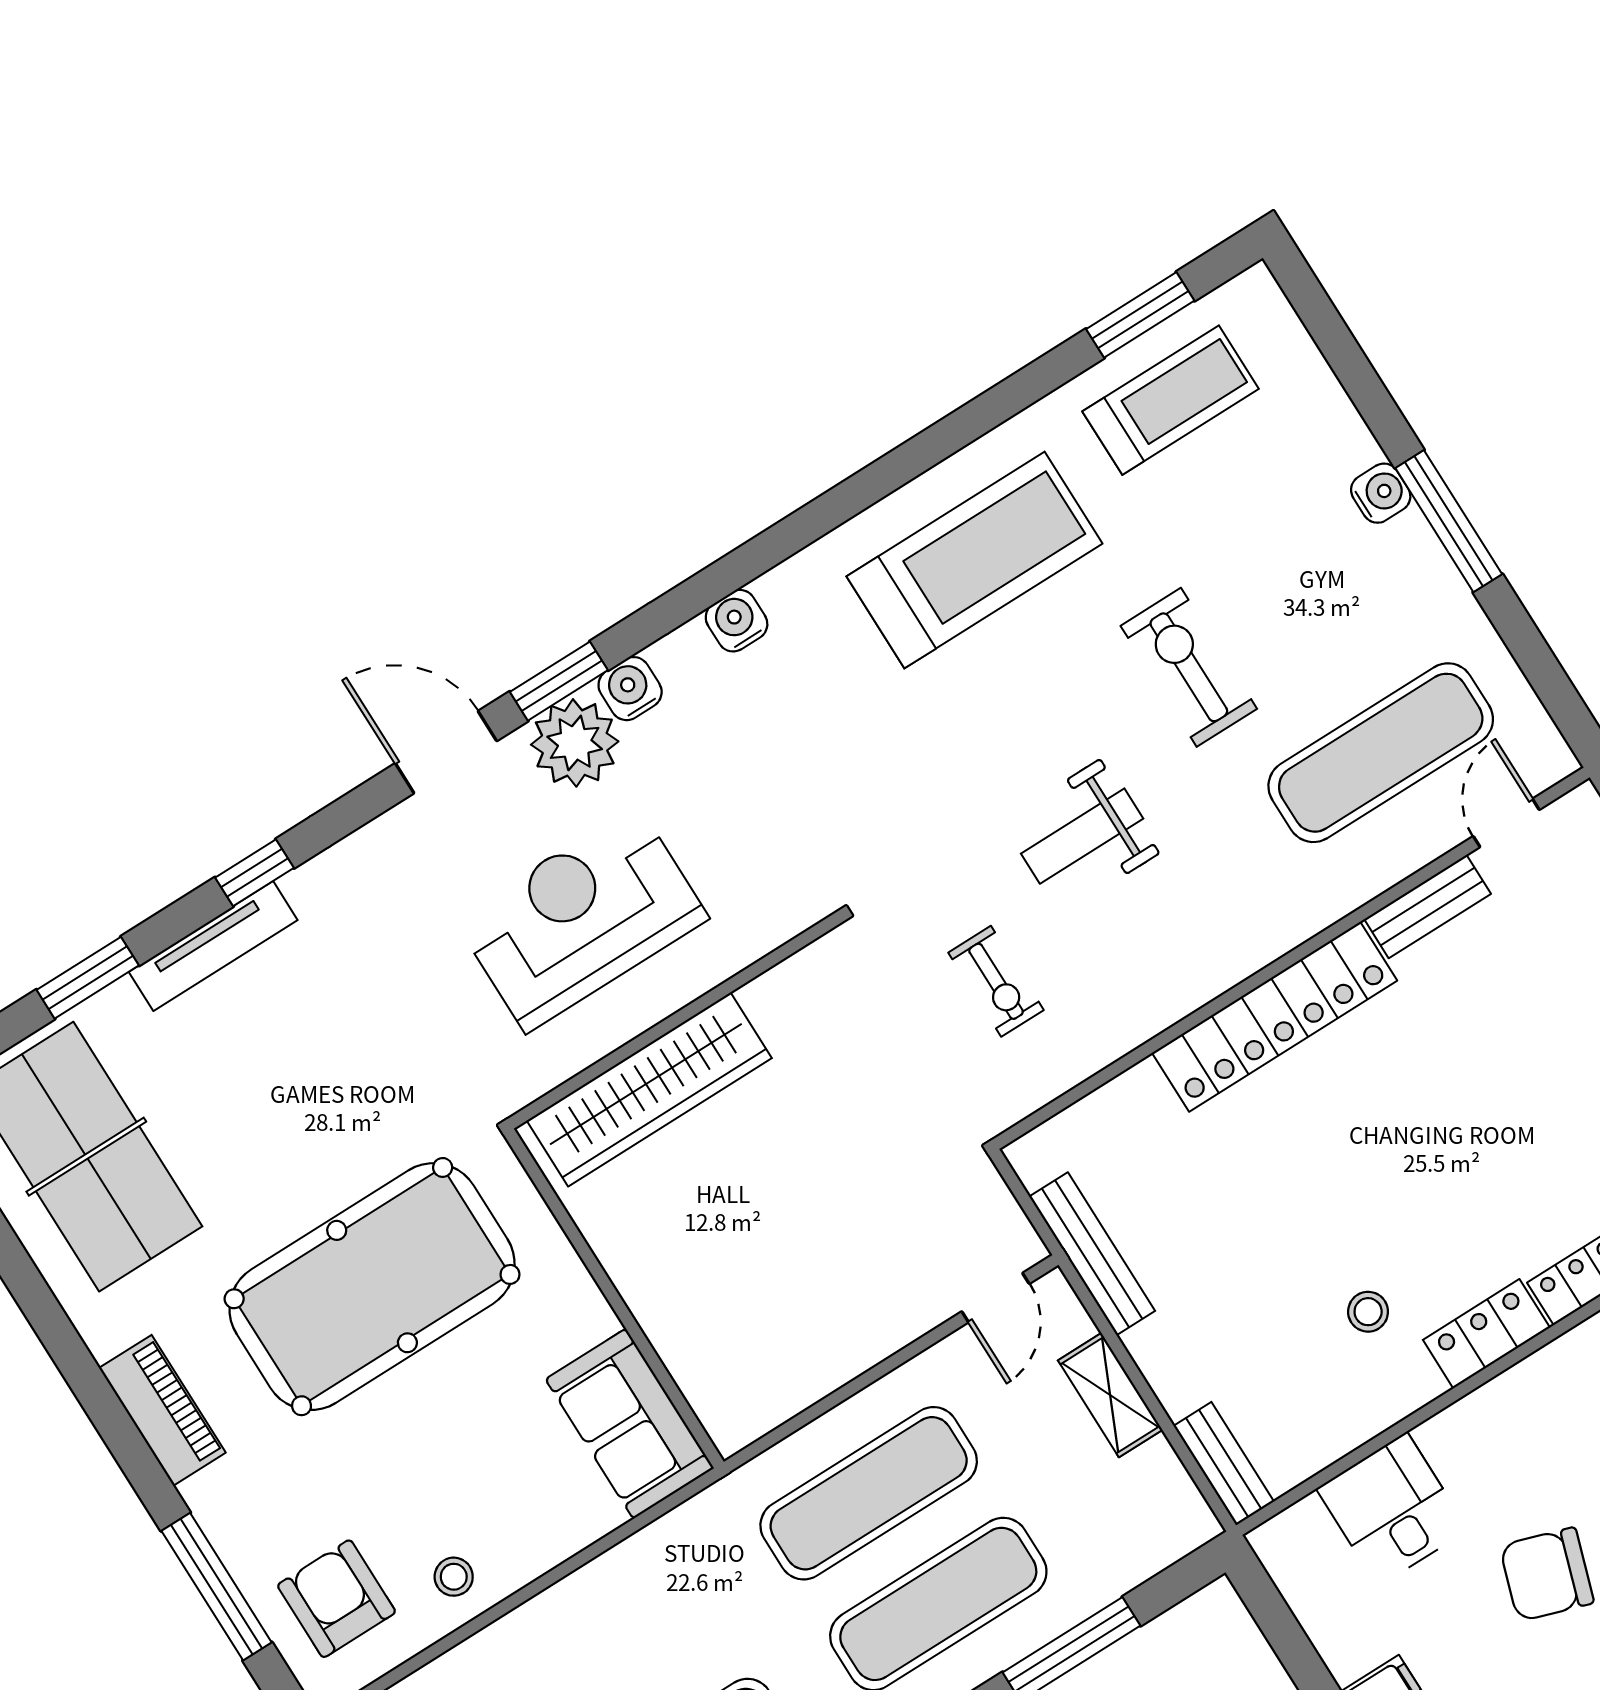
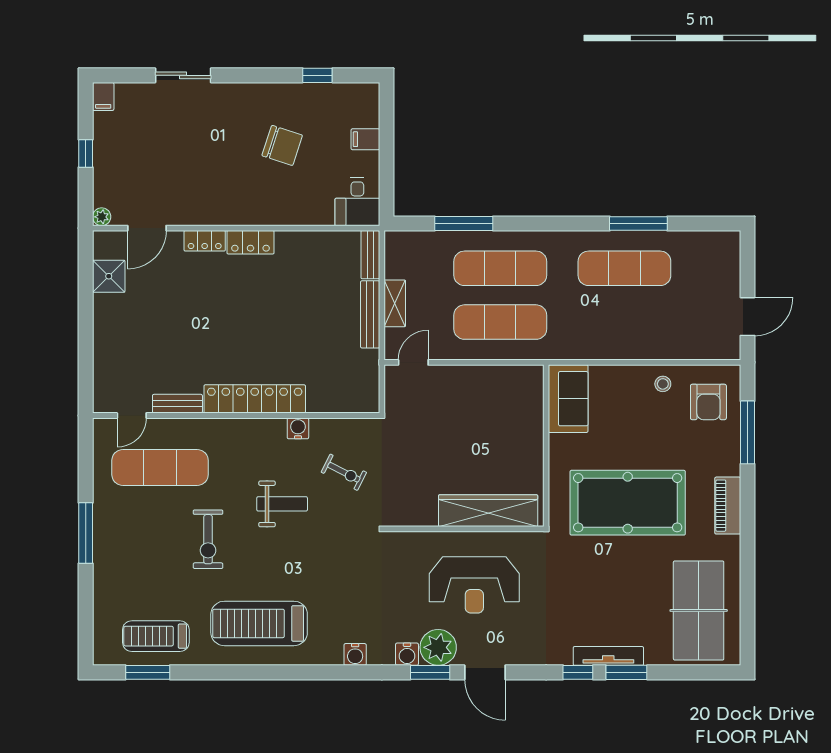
water cooler: (1381, 493) -> (298, 428), moved, turned 90
window: (88, 978) -> (626, 672), moved
exercise bike: (996, 981) -> (344, 472), turned 117
bench: (1092, 1254) -> (370, 314), moved
stool: (1368, 1312) -> (287, 276), removed
desk: (1392, 1509) -> (357, 202), moved

